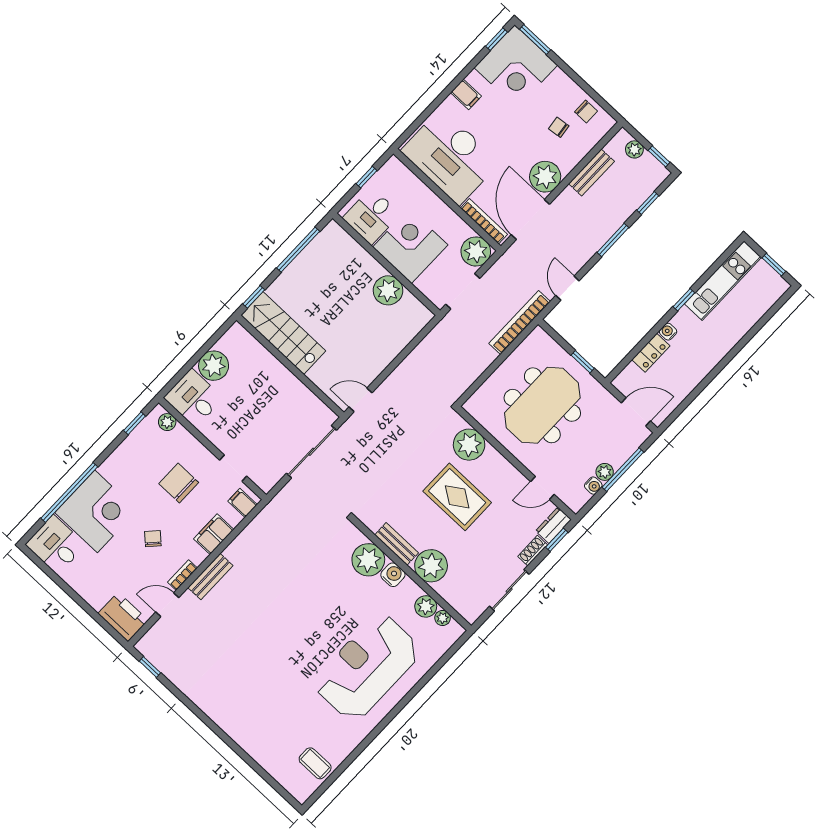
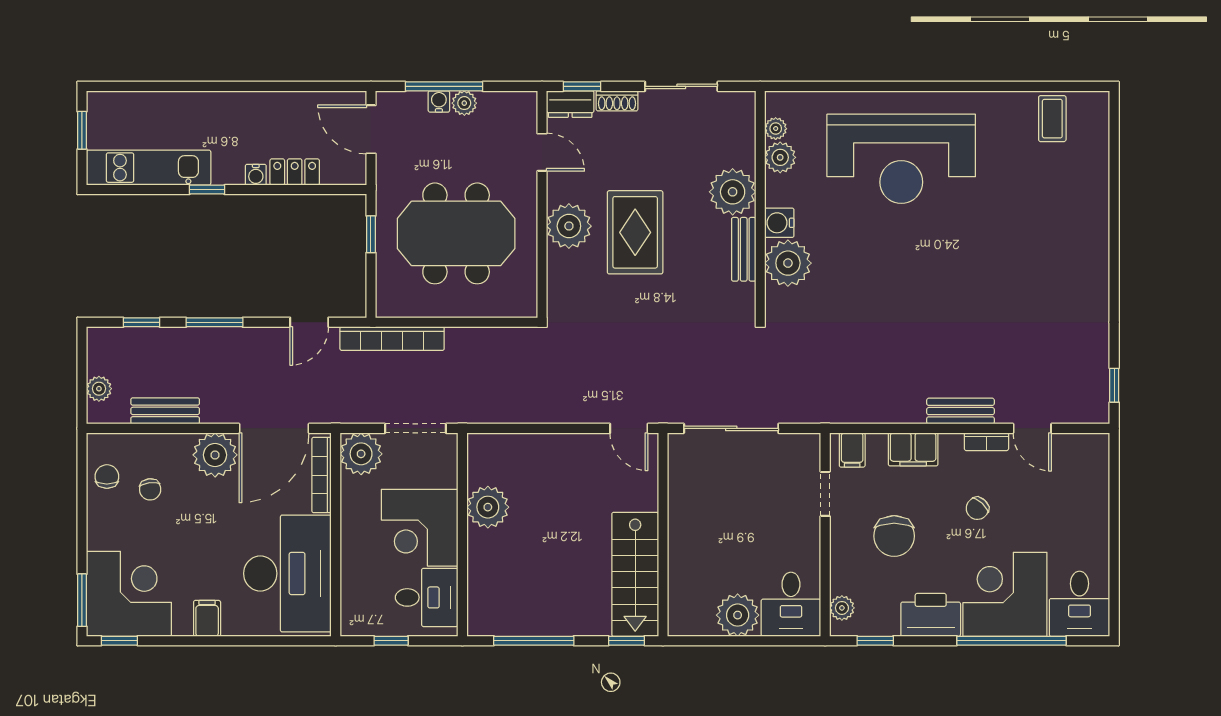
window: (659, 156) -> (82, 356), removed
plant: (469, 445) -> (569, 226), moved
water cooler: (593, 486) -> (439, 101), moved
printer: (123, 617) -> (931, 615), moved, turned 90

